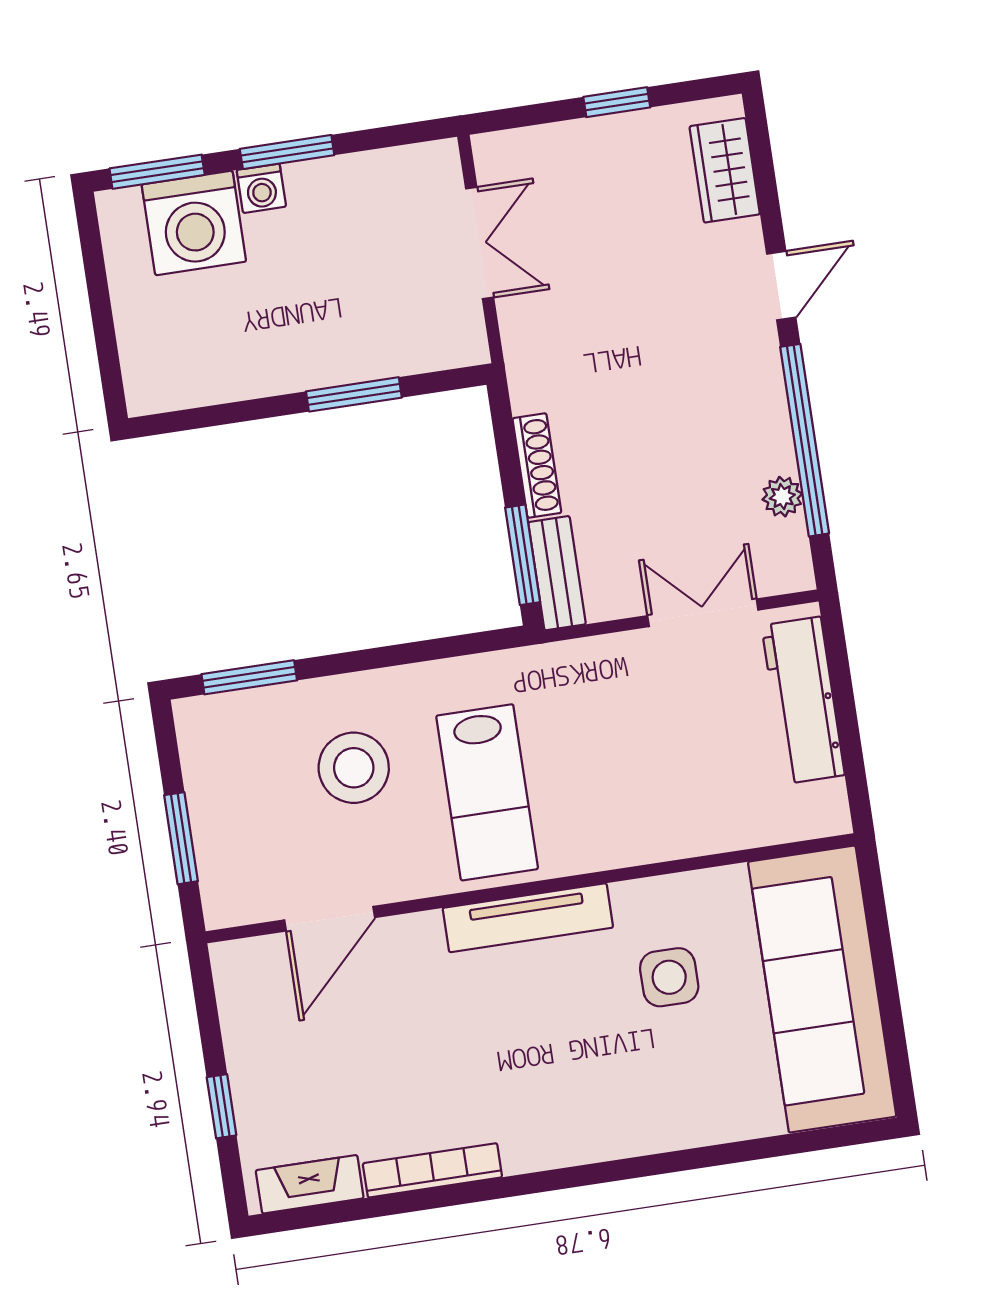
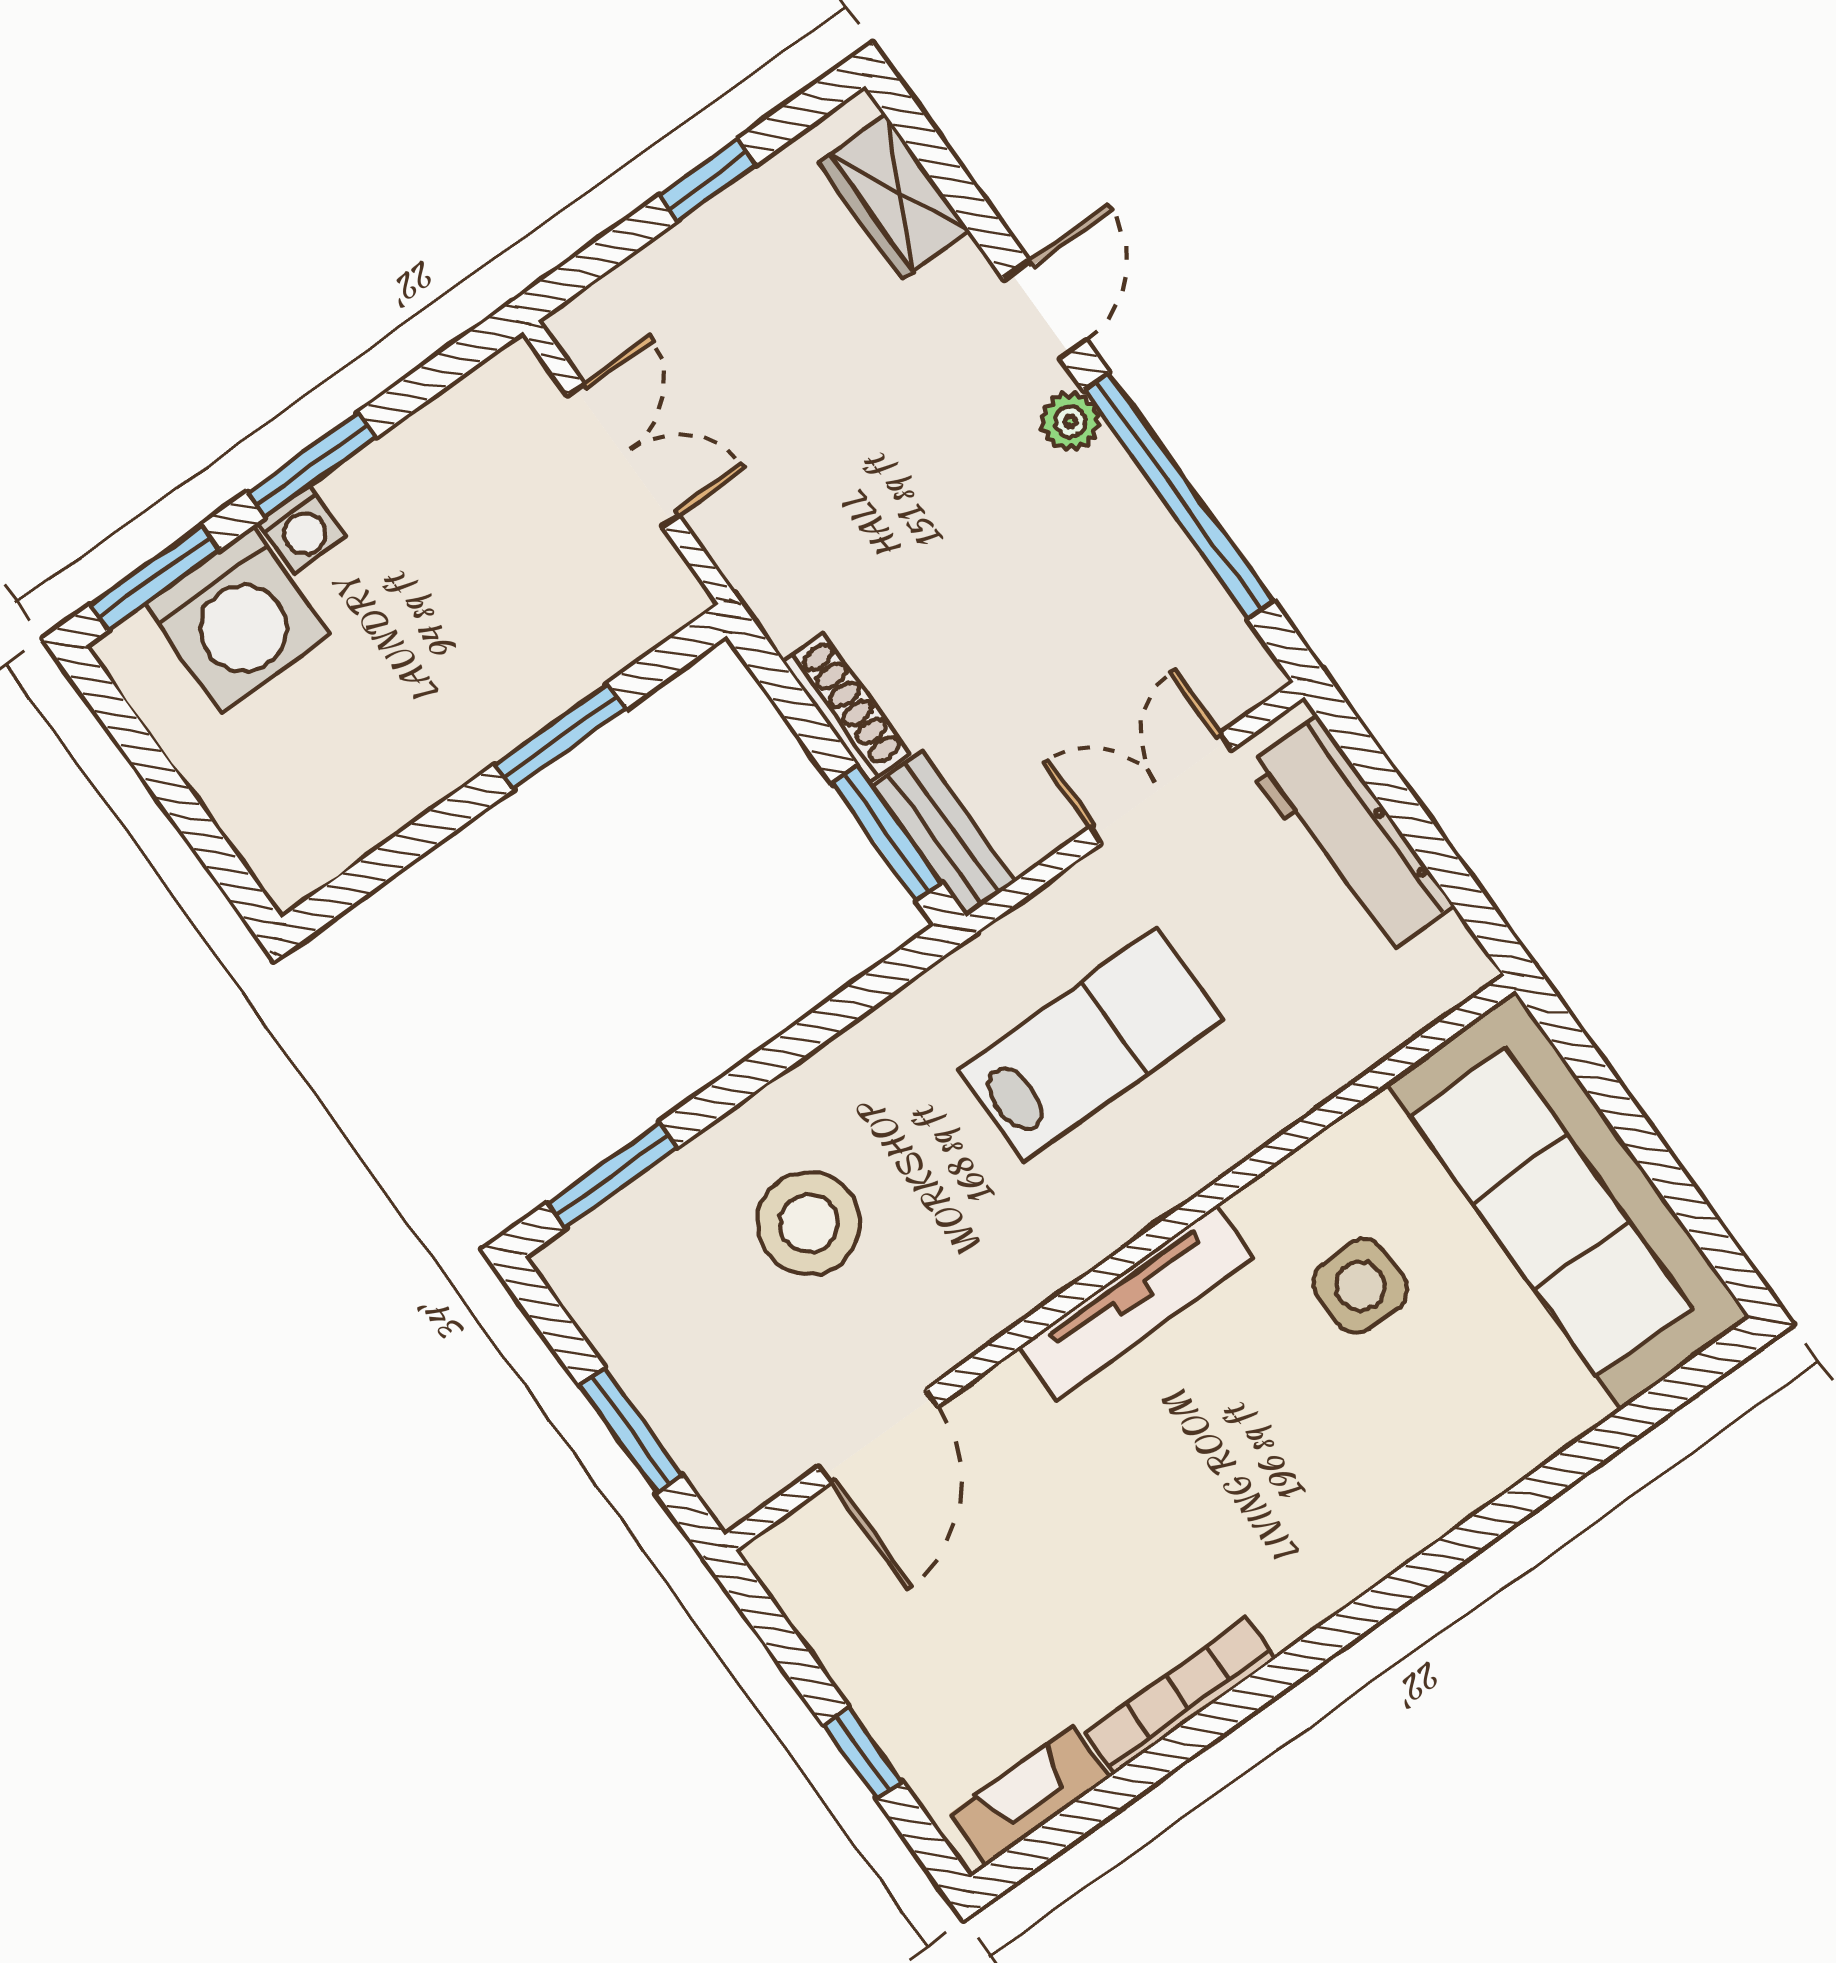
plant: (782, 497) -> (1070, 421), moved
lab bench: (487, 792) -> (1090, 1045), moved, turned -90

